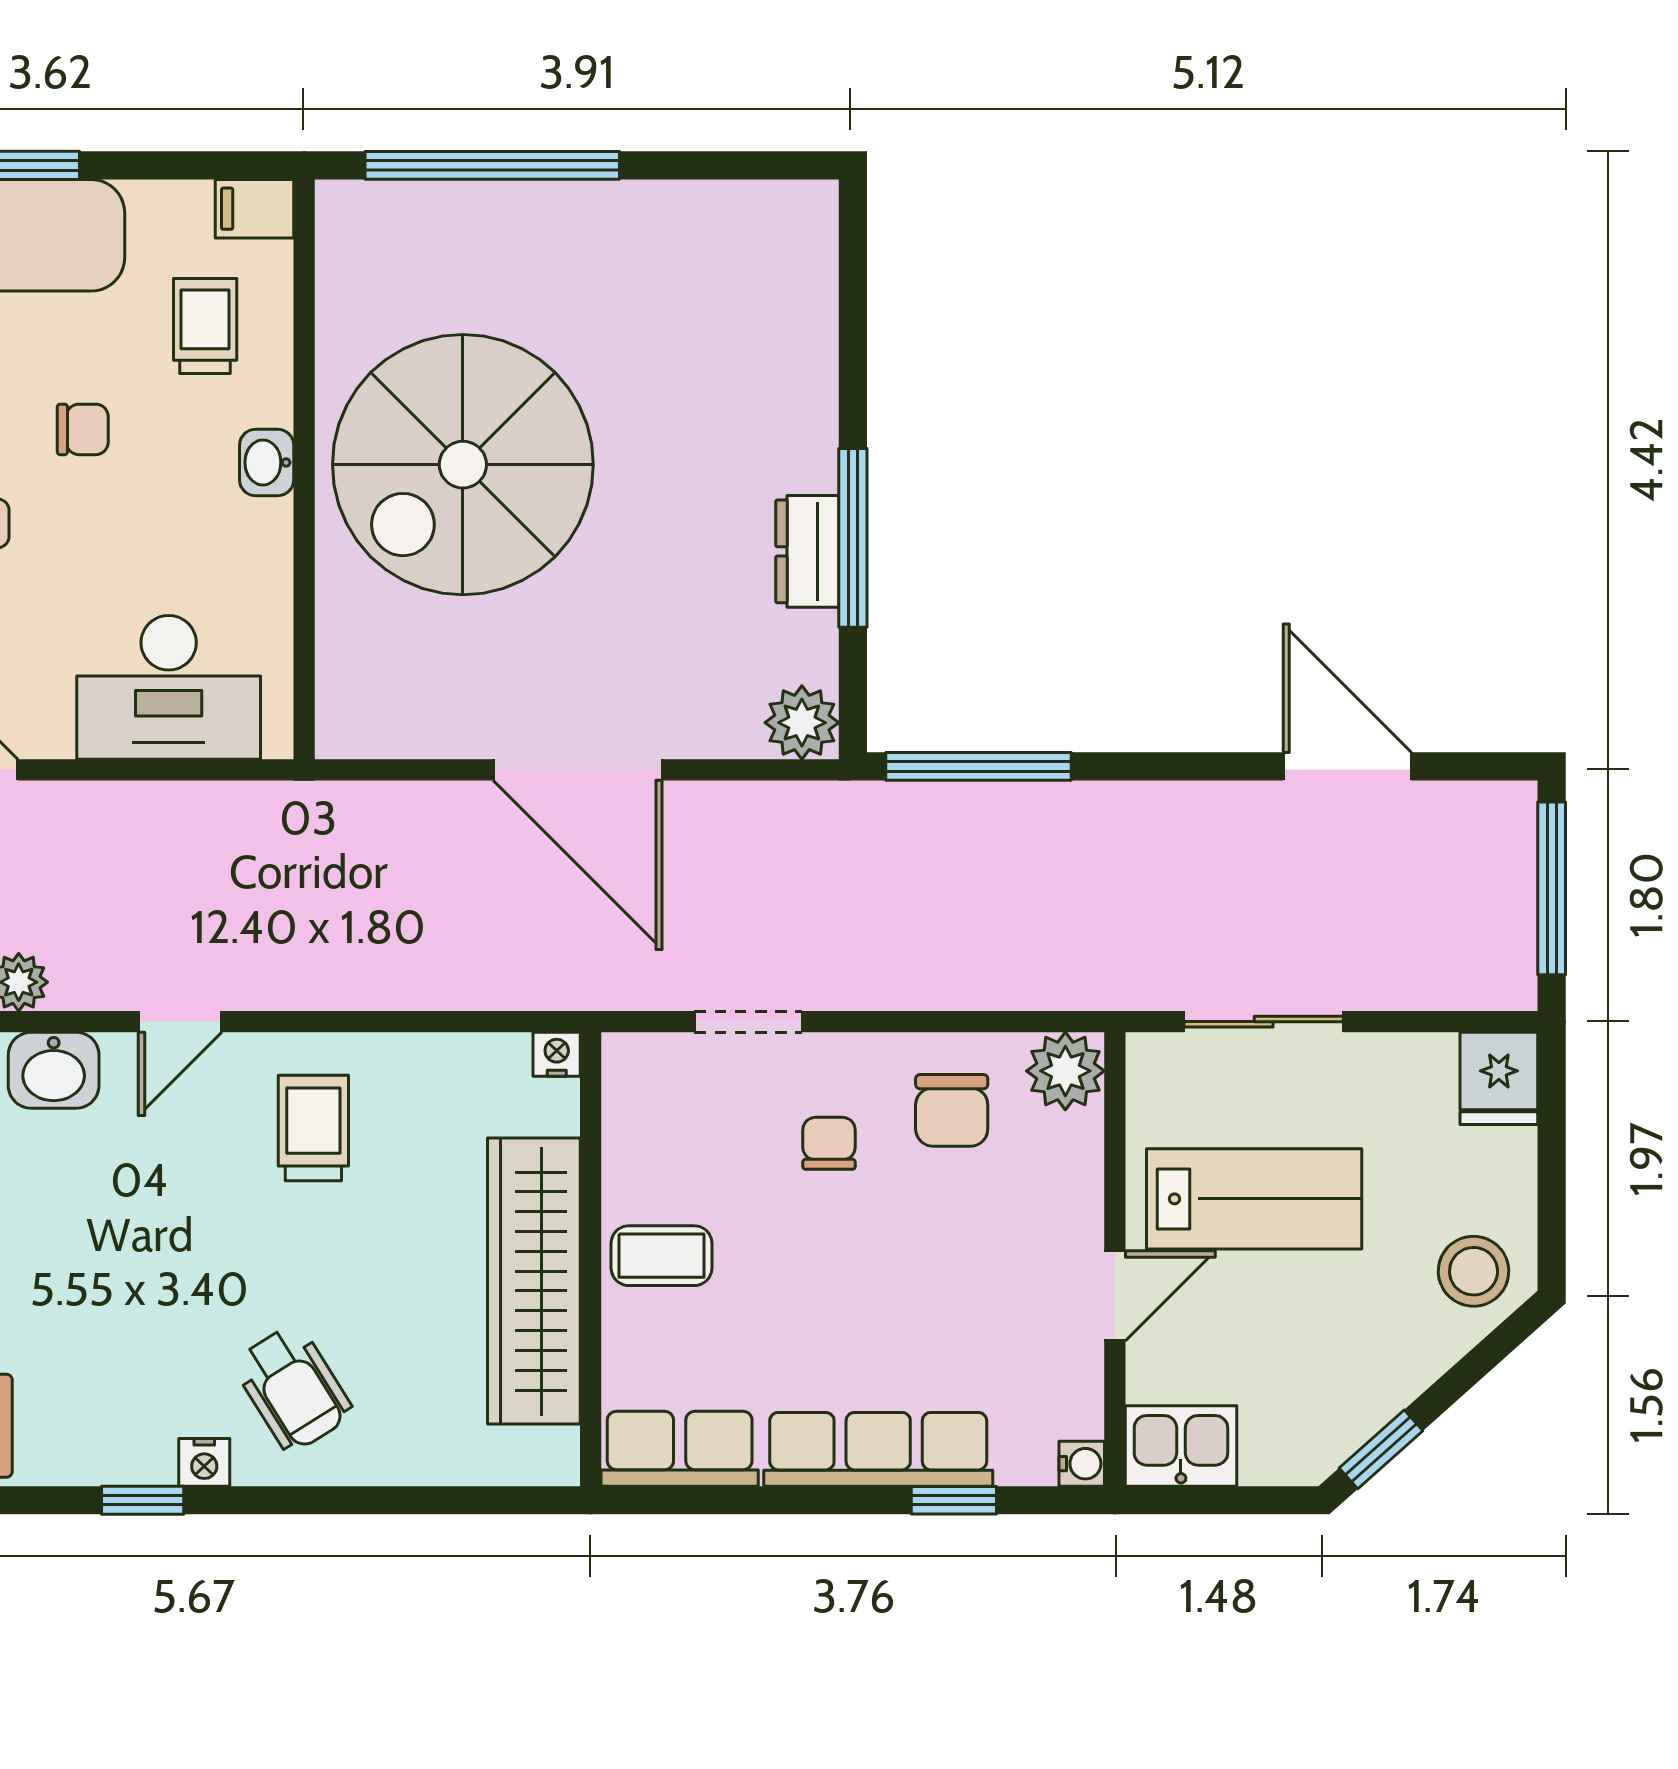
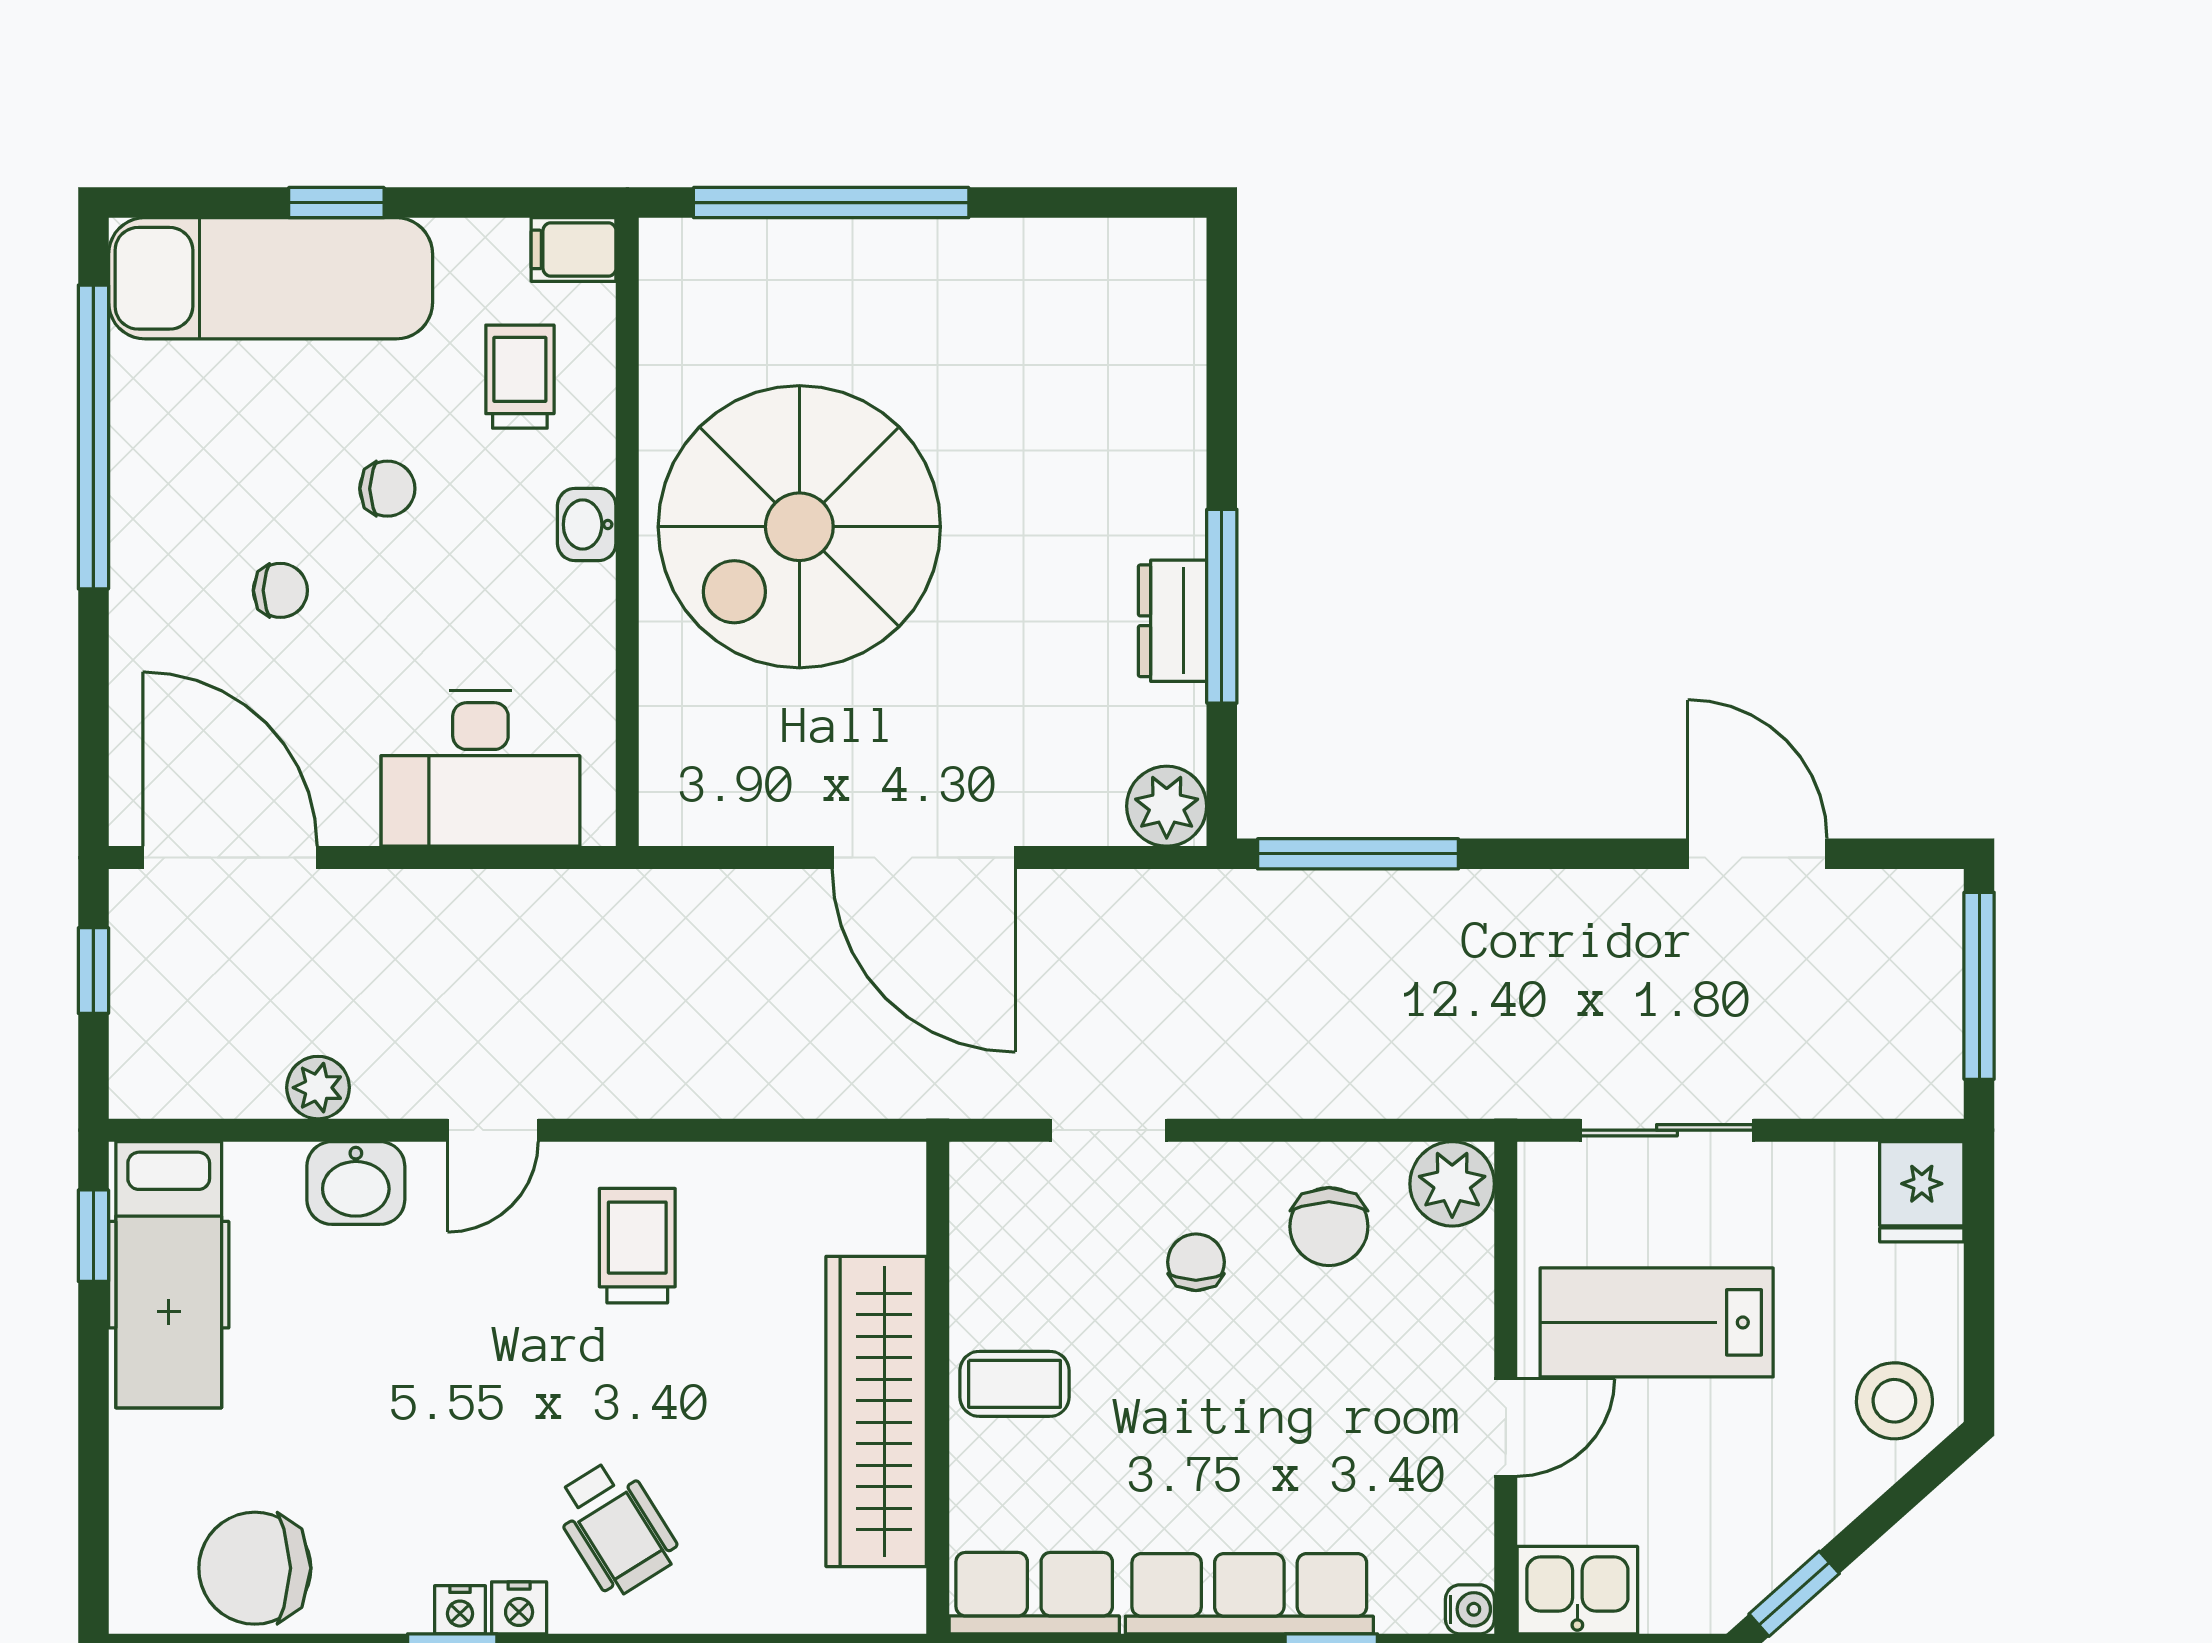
nightstand: (557, 1054) -> (460, 1610), moved, turned 180
lab bench: (1254, 1199) -> (1657, 1322), turned 180

